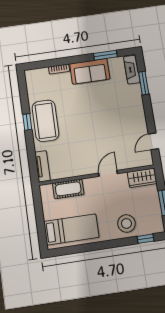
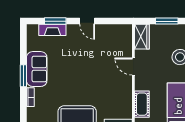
window: (105, 55) -> (23, 76), moved
fireplace: (132, 70) -> (52, 30), moved
door: (153, 141) -> (87, 21), moved

